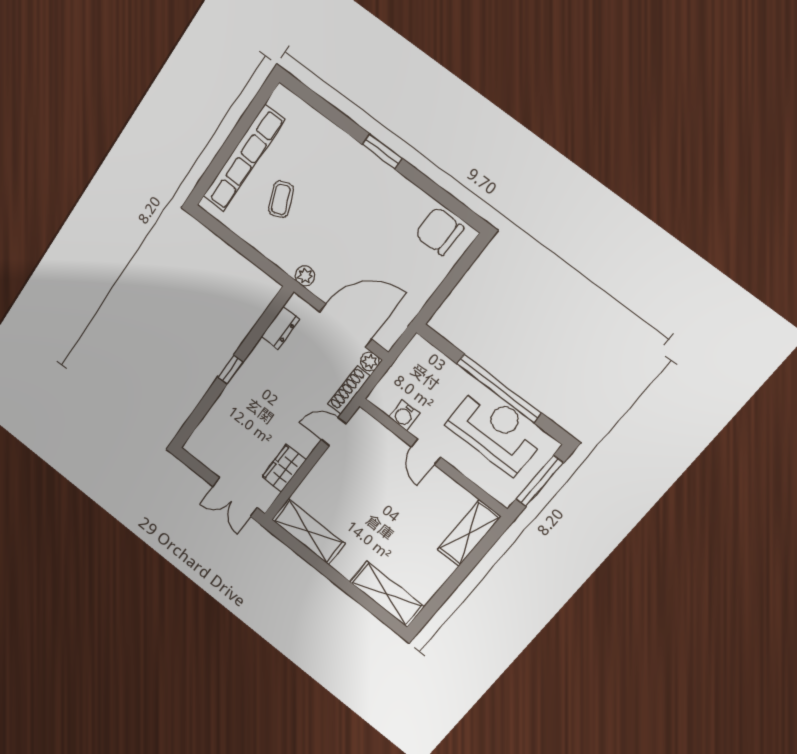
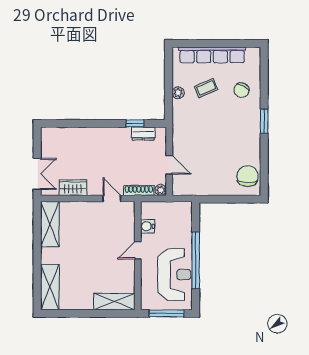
chair: (318, 152) -> (242, 90), added
plant: (305, 276) -> (178, 93), moved
door: (346, 325) -> (169, 165), width x0.53
window: (230, 370) -> (135, 123), moved
double door: (235, 497) -> (37, 174), swing flipped

